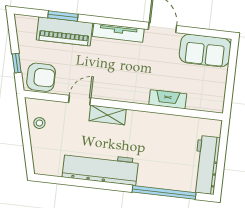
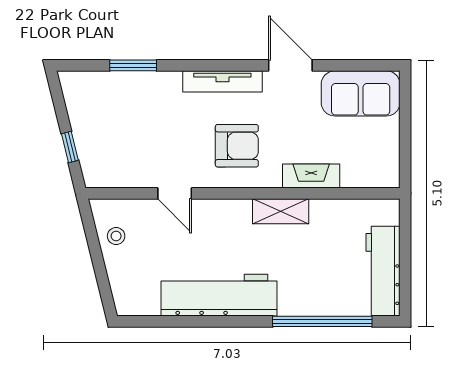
piano: (64, 31) -> (139, 89), removed
armchair: (41, 77) -> (237, 146), moved
door: (80, 100) -> (175, 193), swing flipped
shelving: (108, 115) -> (281, 211), moved

